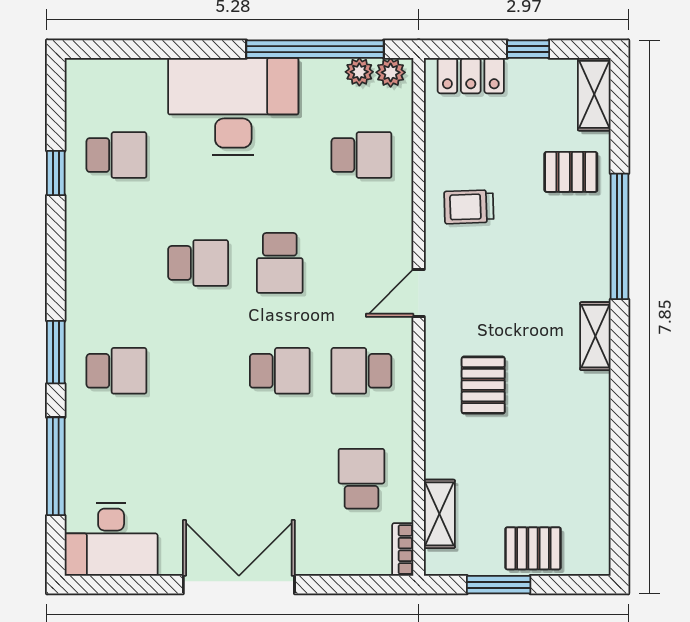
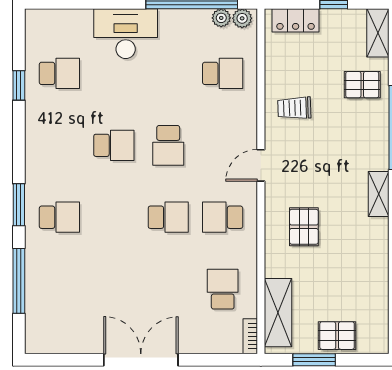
desk: (233, 107) -> (126, 34), width x0.73, depth x0.77
shelving: (439, 514) -> (278, 313), width x1.50, depth x1.33
desk: (111, 539) -> (56, 330), removed

